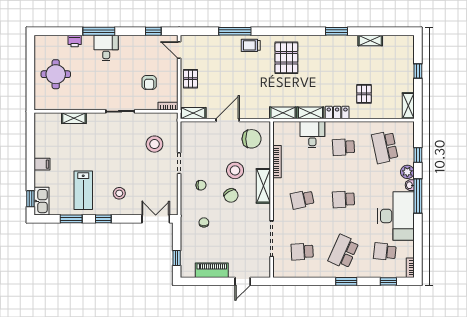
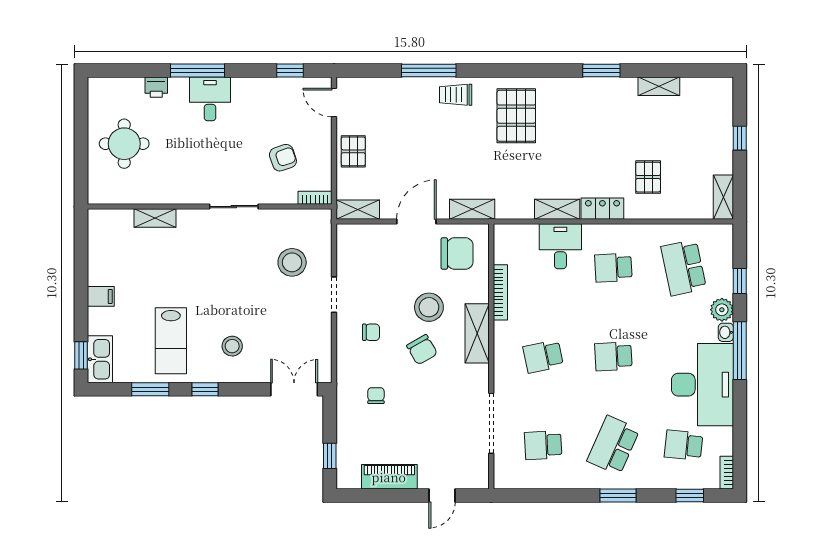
armchair: (149, 82) -> (283, 158), turned -109
shelving: (283, 113) -> (472, 209), moved

